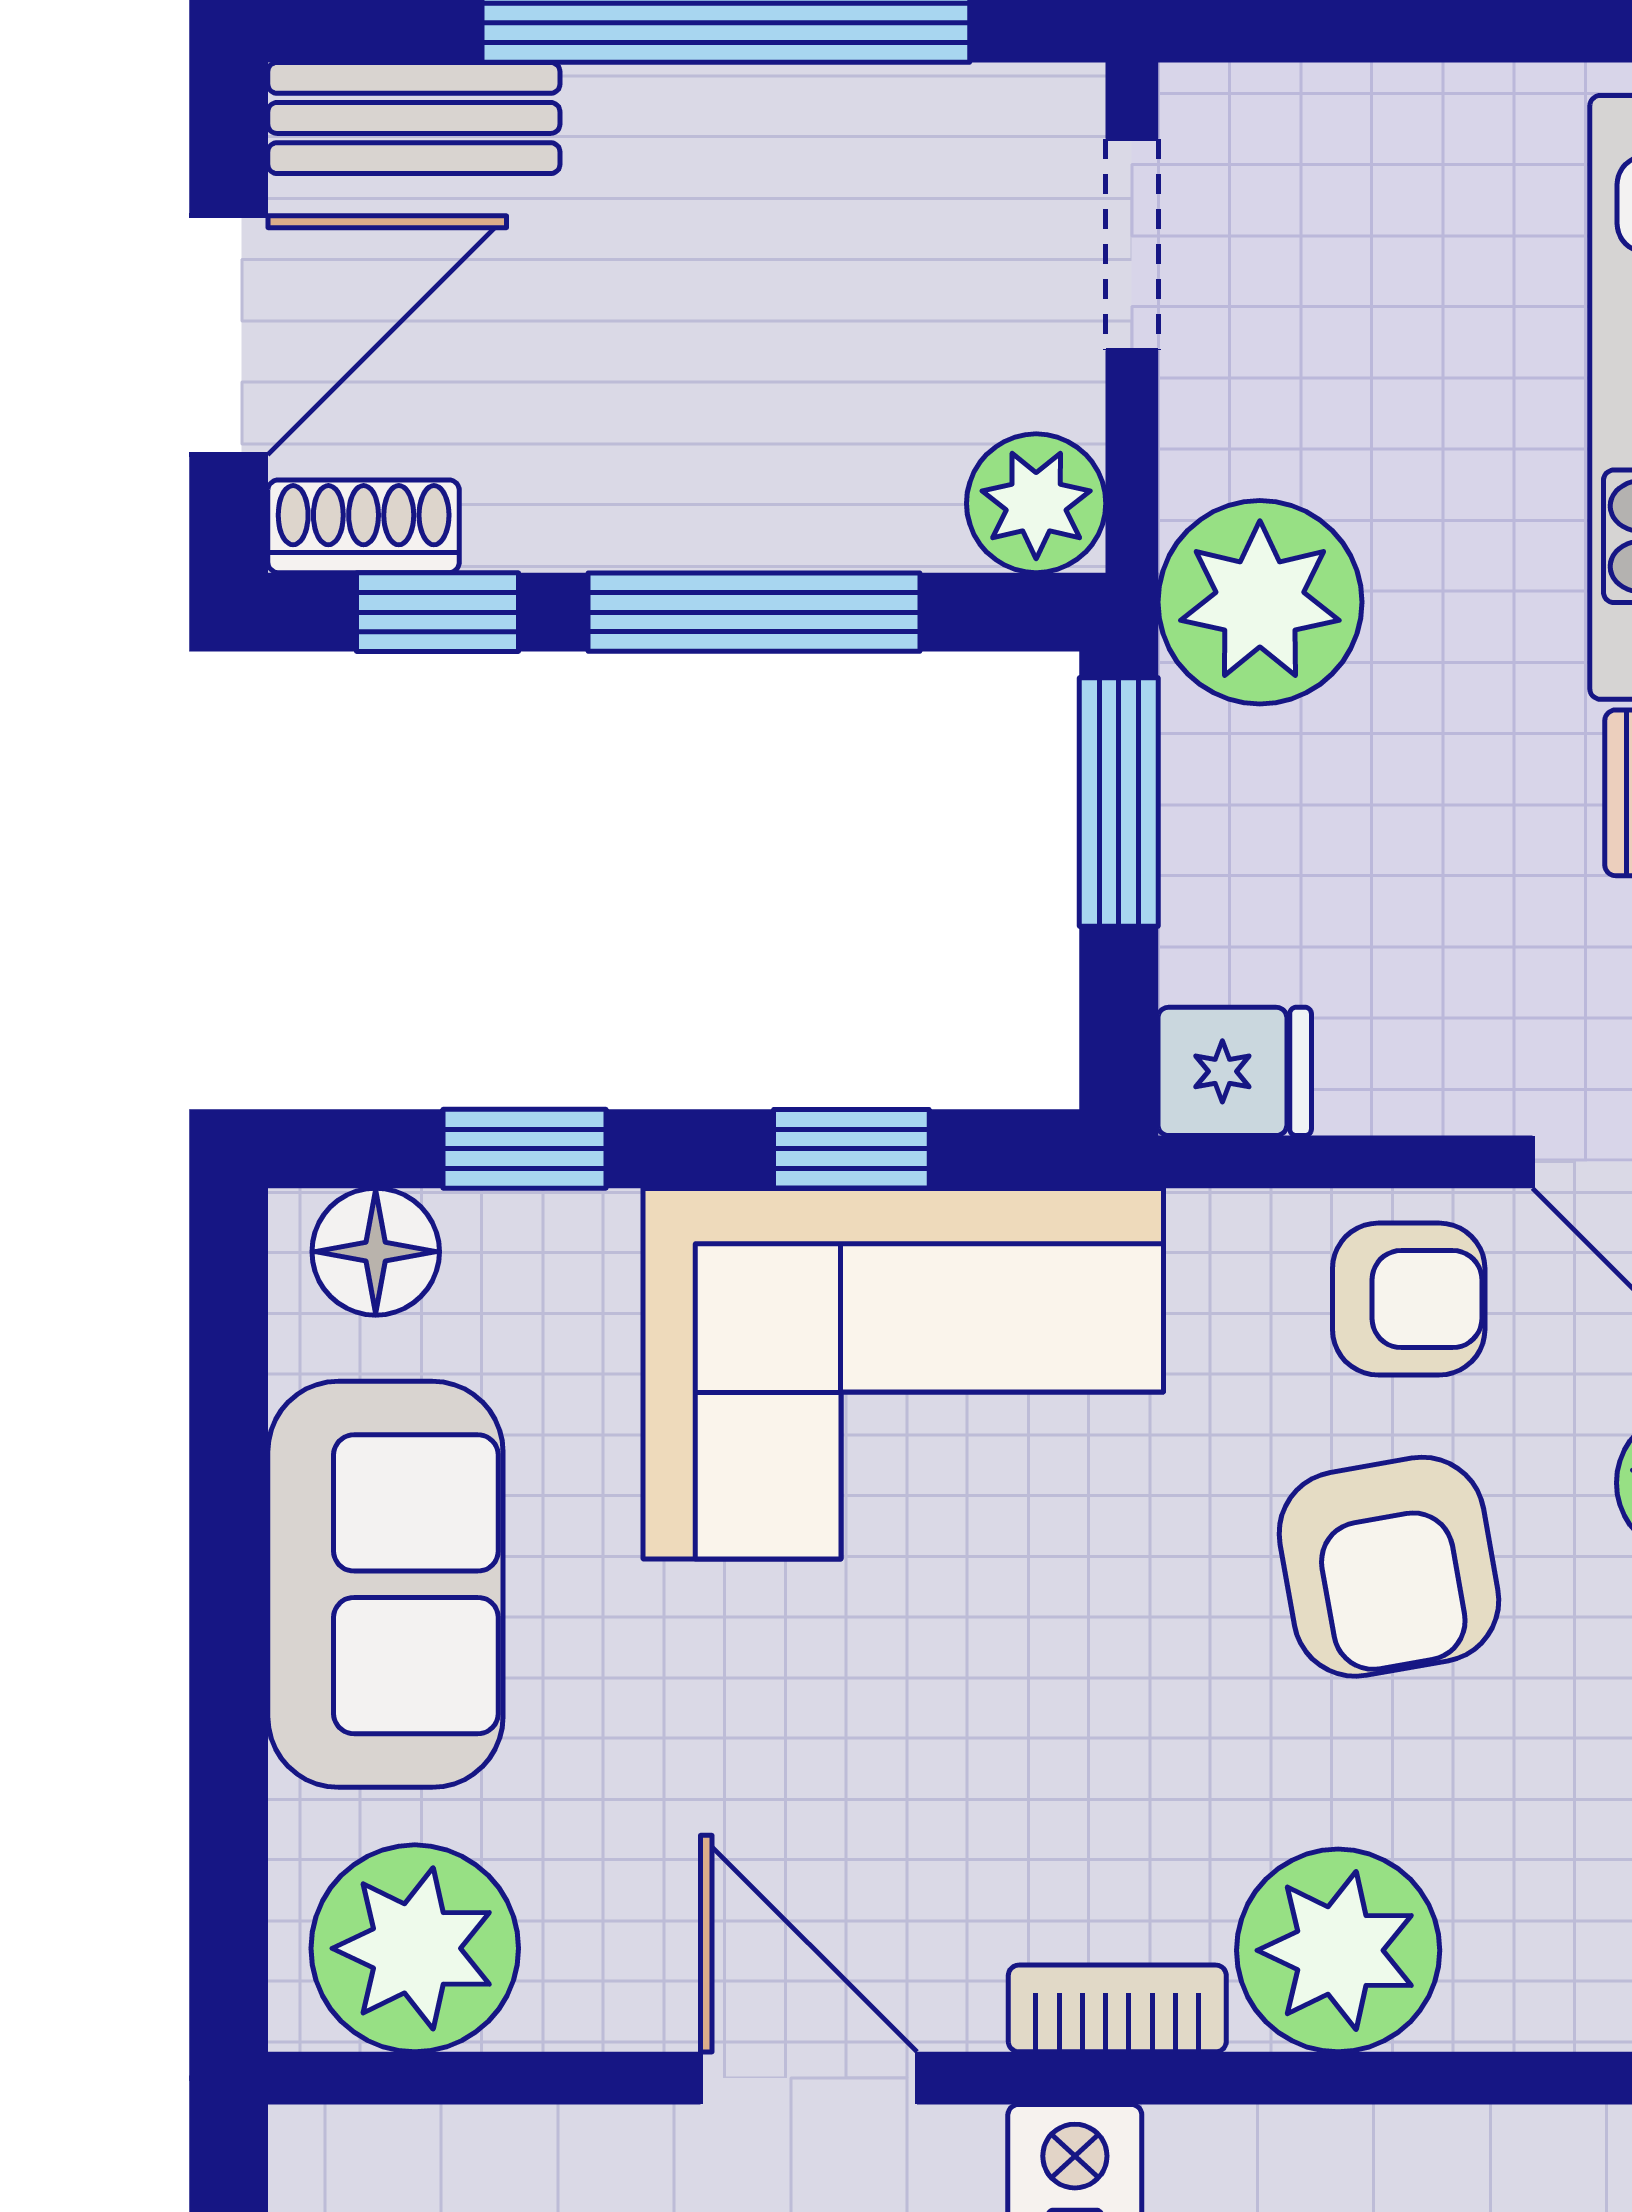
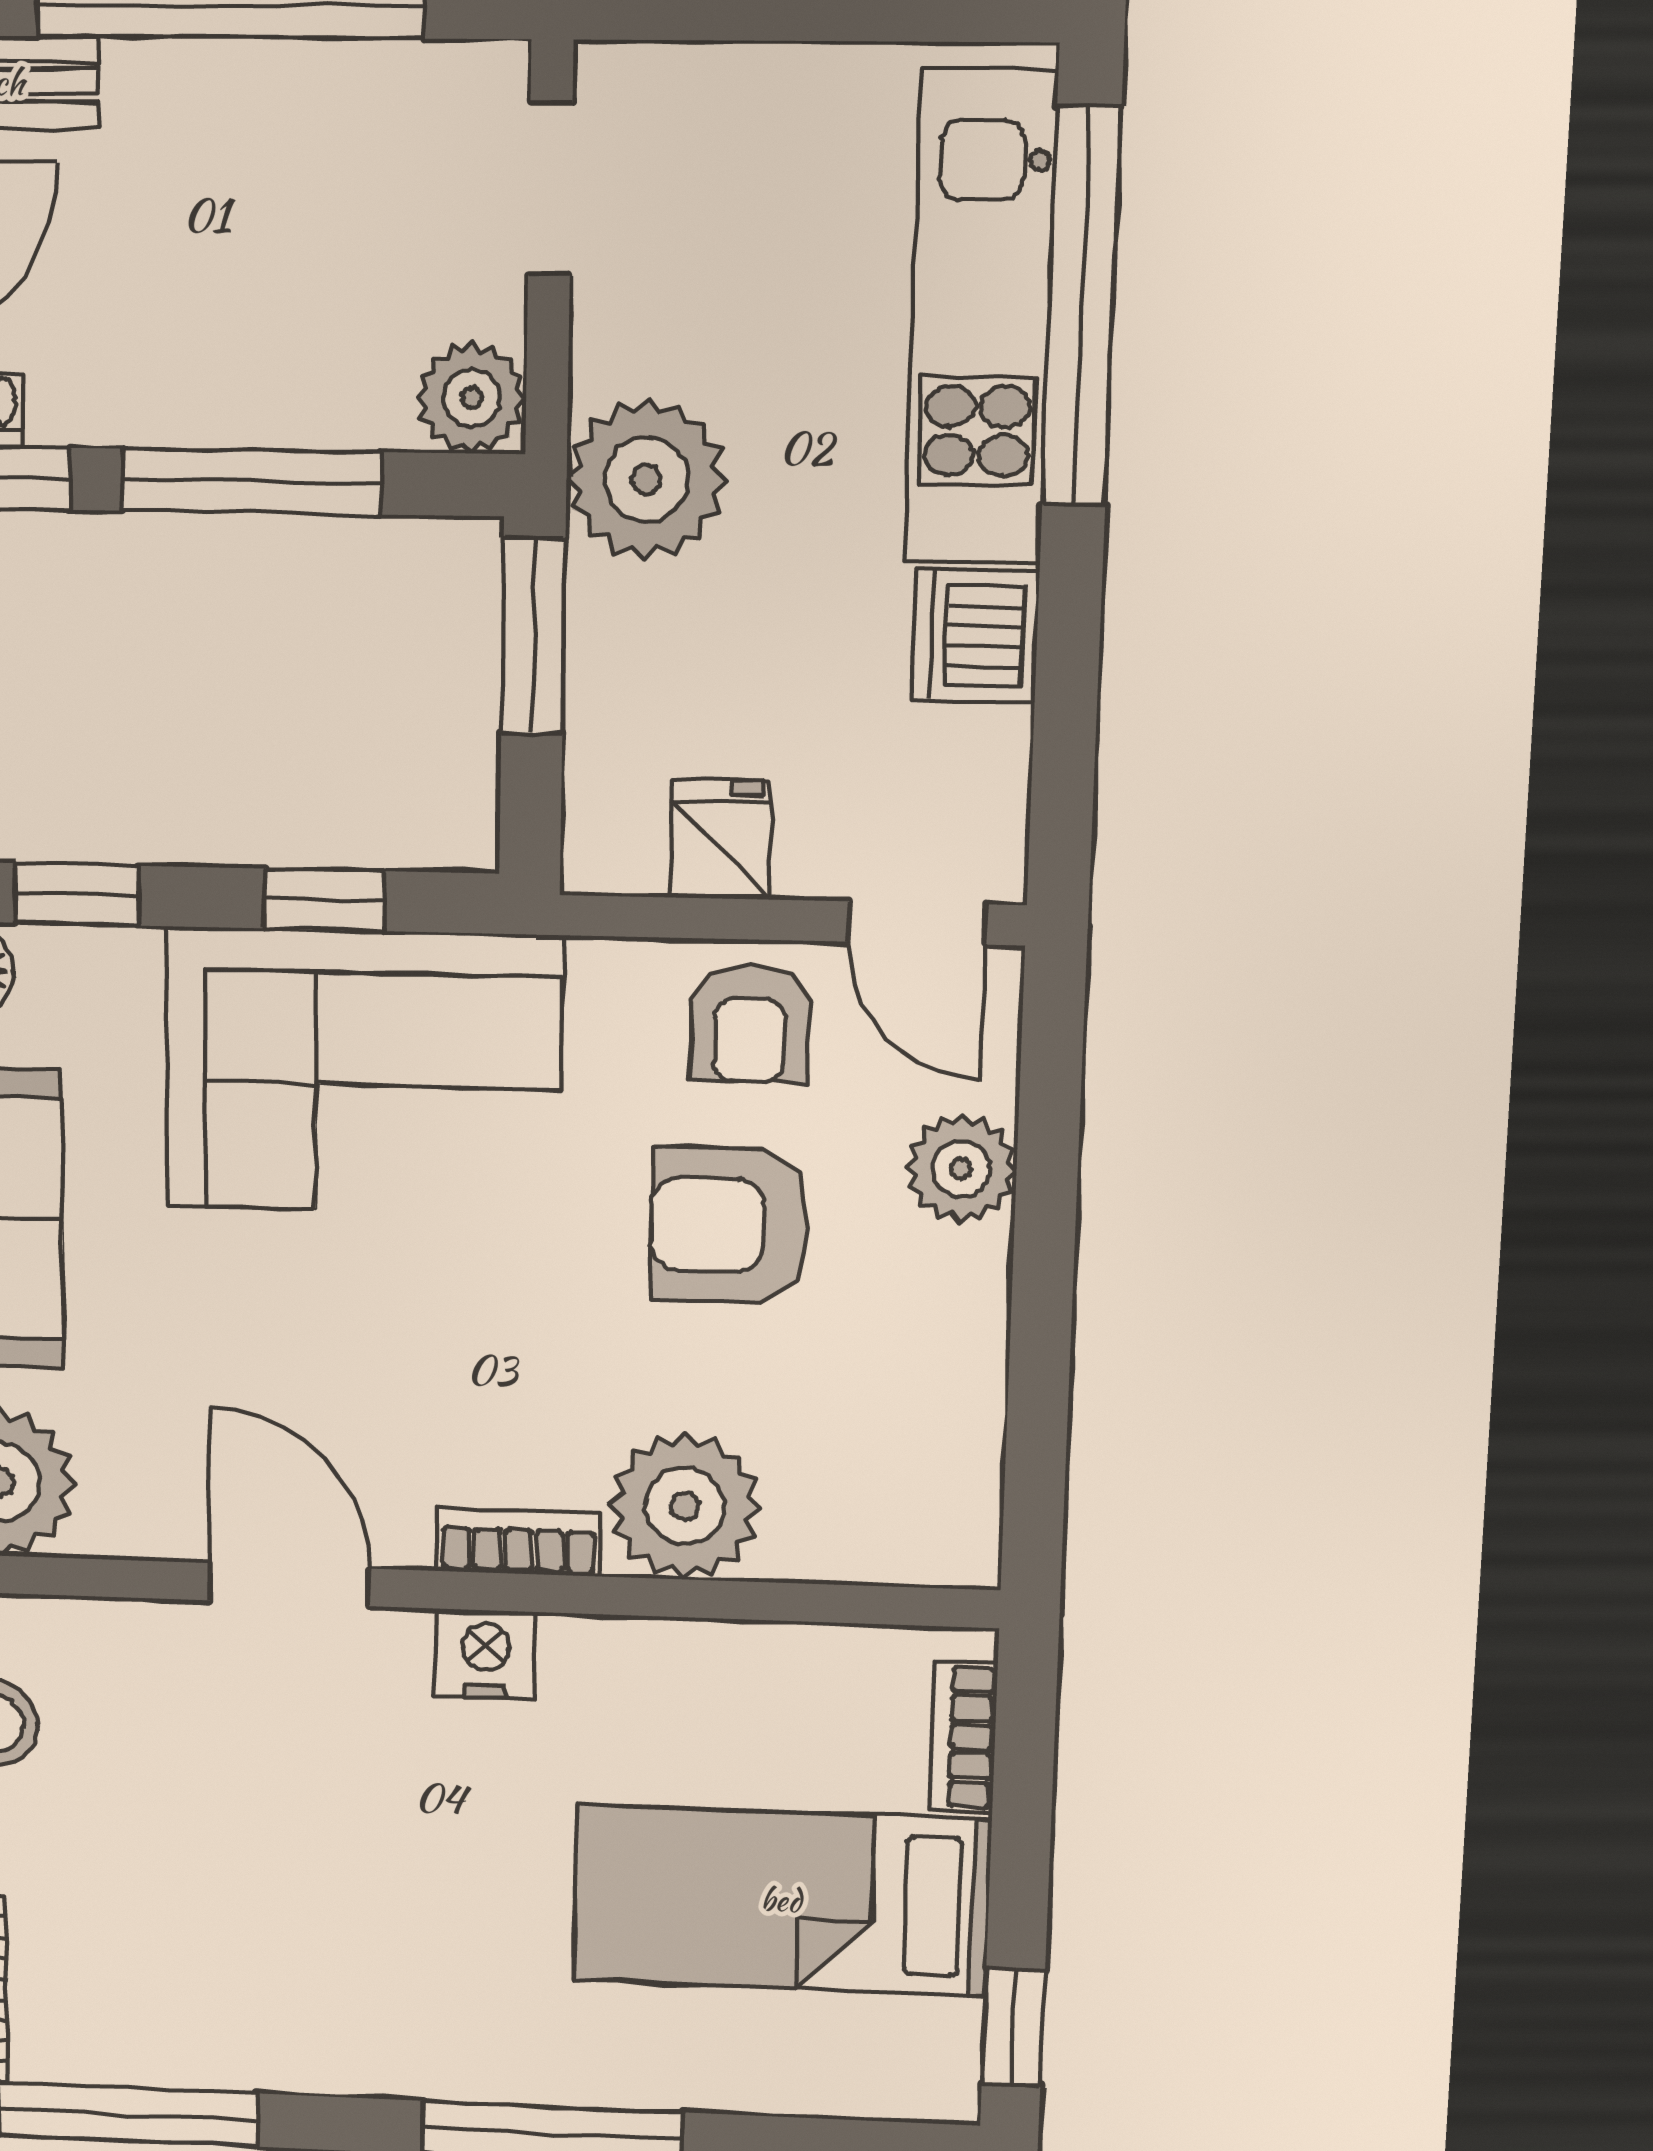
fridge: (1235, 1071) -> (720, 839), moved, turned -90
armchair: (1409, 1299) -> (750, 1024), turned 90
armchair: (1389, 1567) -> (730, 1225), turned 100

